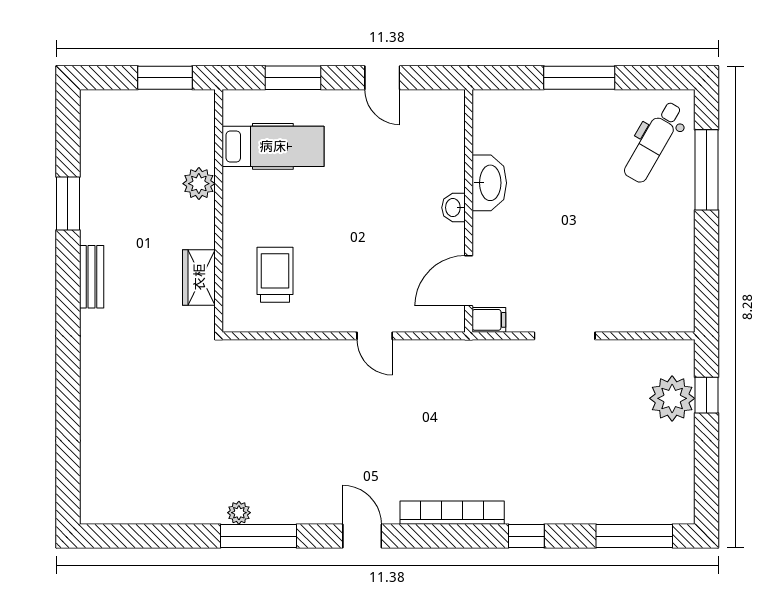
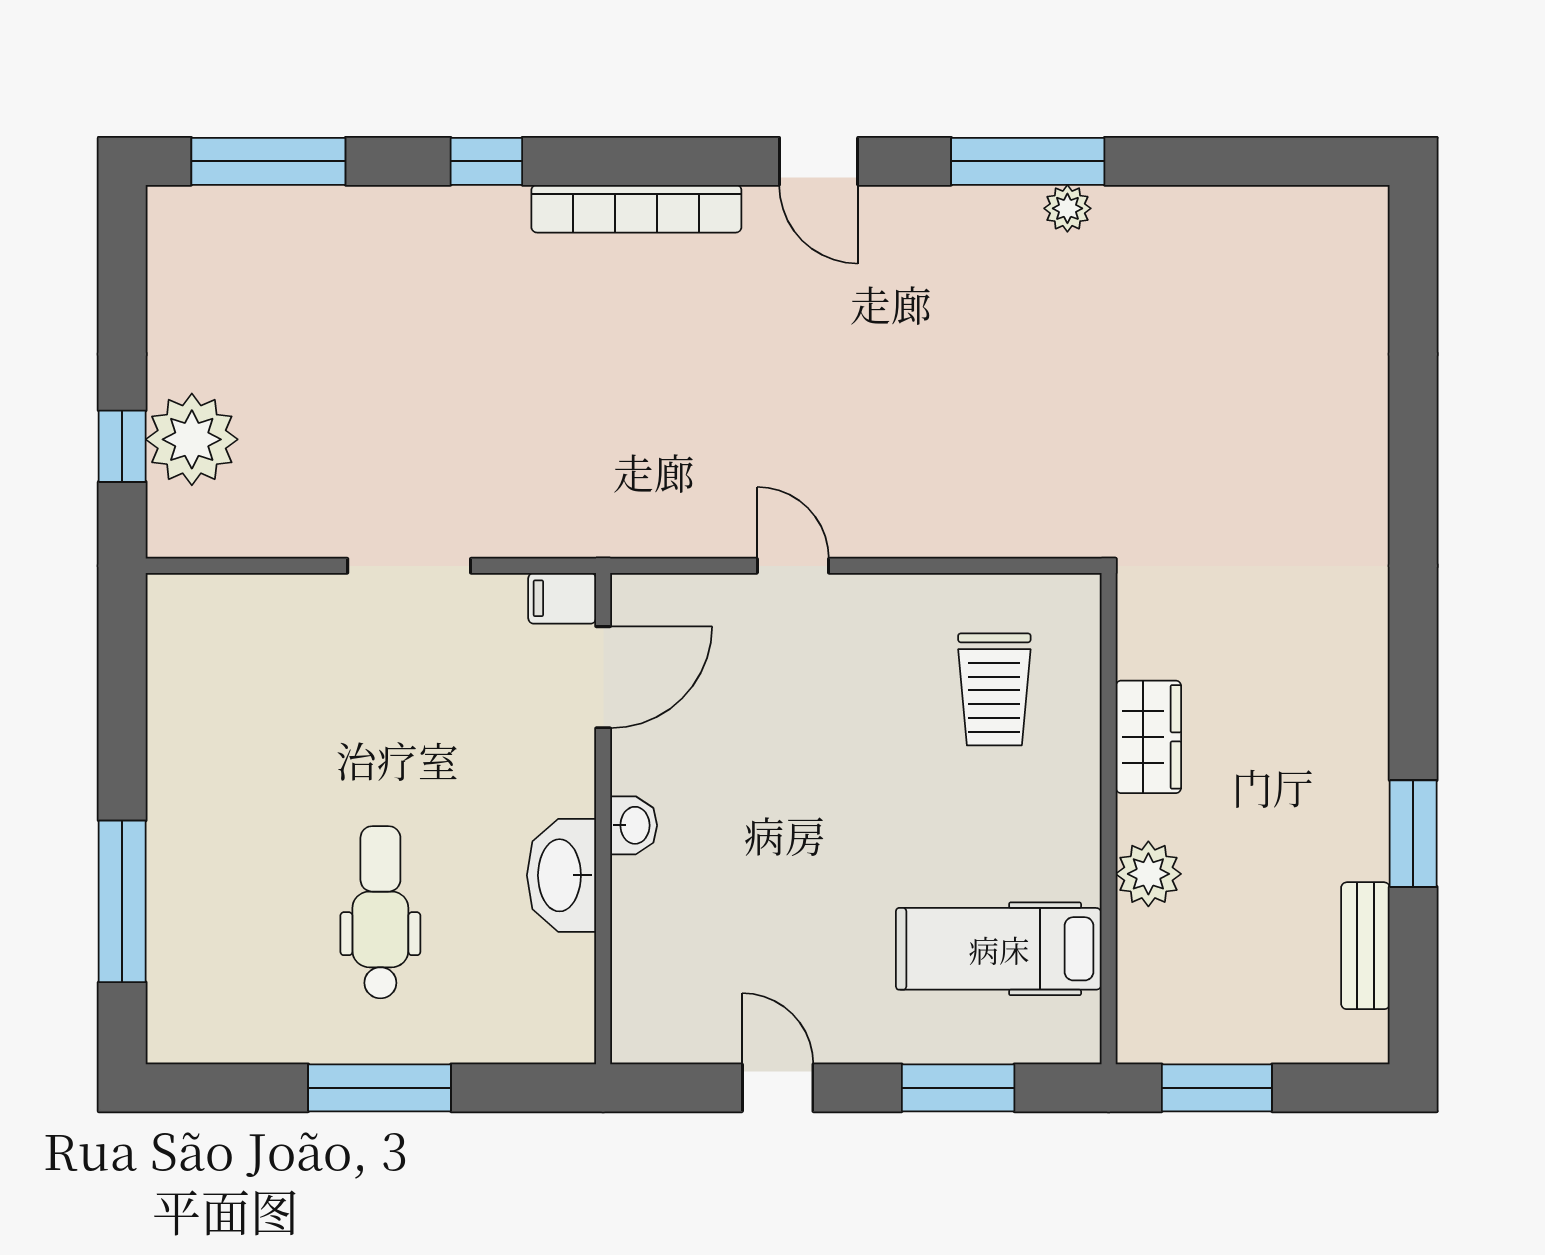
dental chair: (654, 142) -> (380, 912), moved, turned -30
bench: (92, 277) -> (1365, 946), moved
wardrobe: (199, 277) -> (1148, 737), moved

